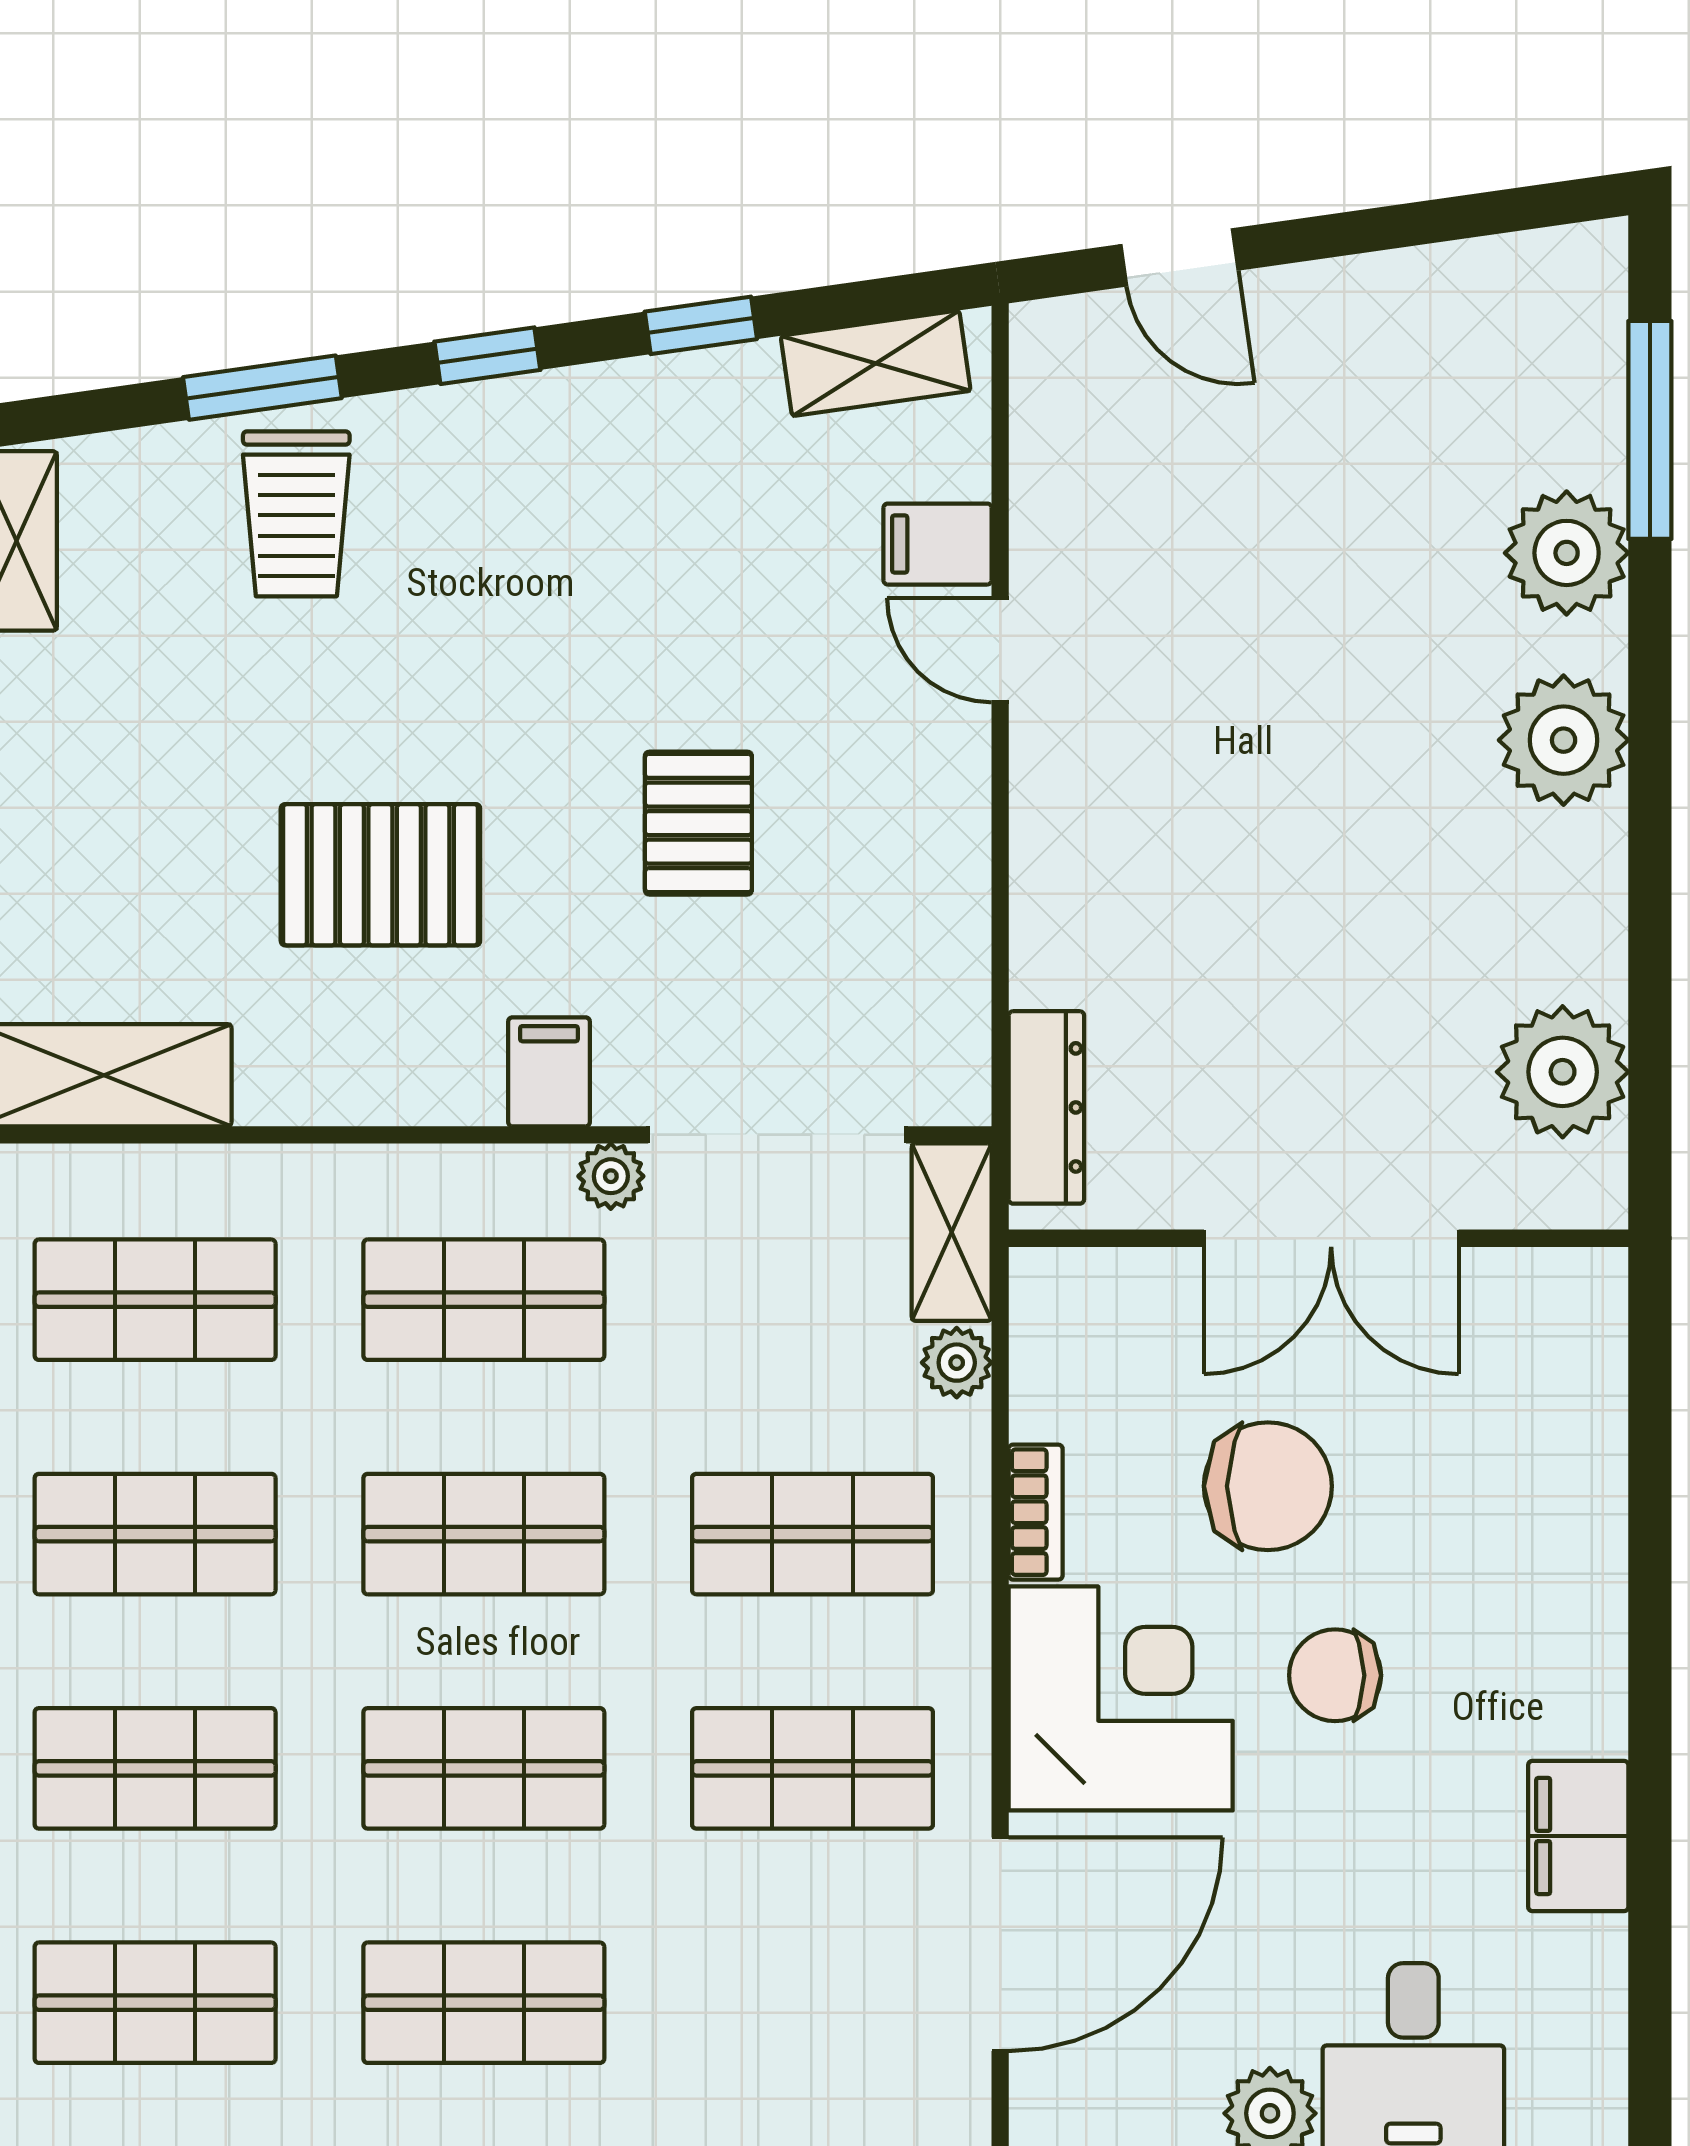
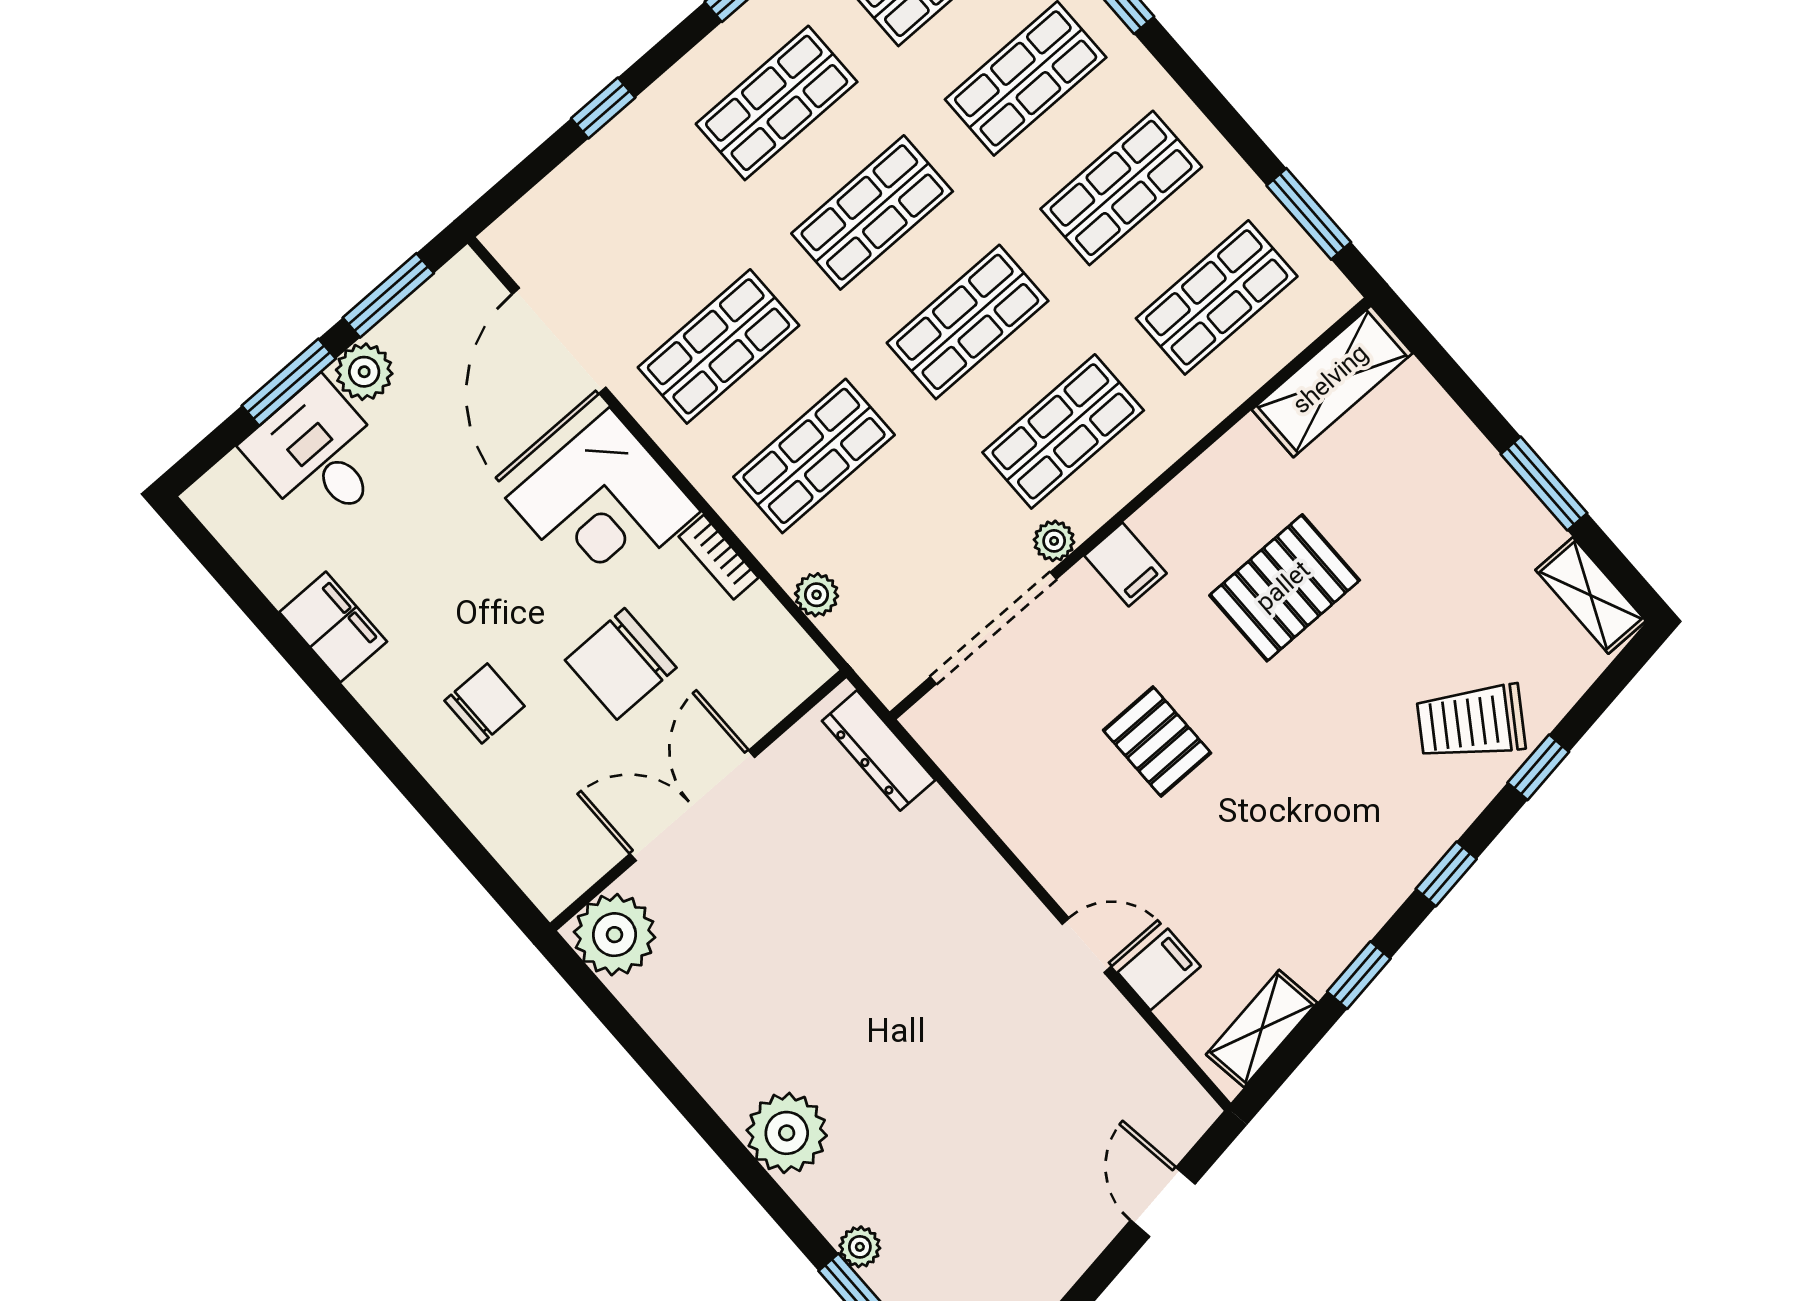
door: (1180, 257) -> (1163, 1202), hinge flipped
window: (262, 388) -> (1538, 767), width x0.67
trolley: (296, 514) -> (1471, 722), turned -56
plant: (1567, 553) -> (860, 1247), width x0.53, depth x0.53
plant: (1563, 1072) -> (614, 935), moved
shelving: (952, 1232) -> (872, 654), removed
chair: (1335, 1675) -> (485, 703), moved

